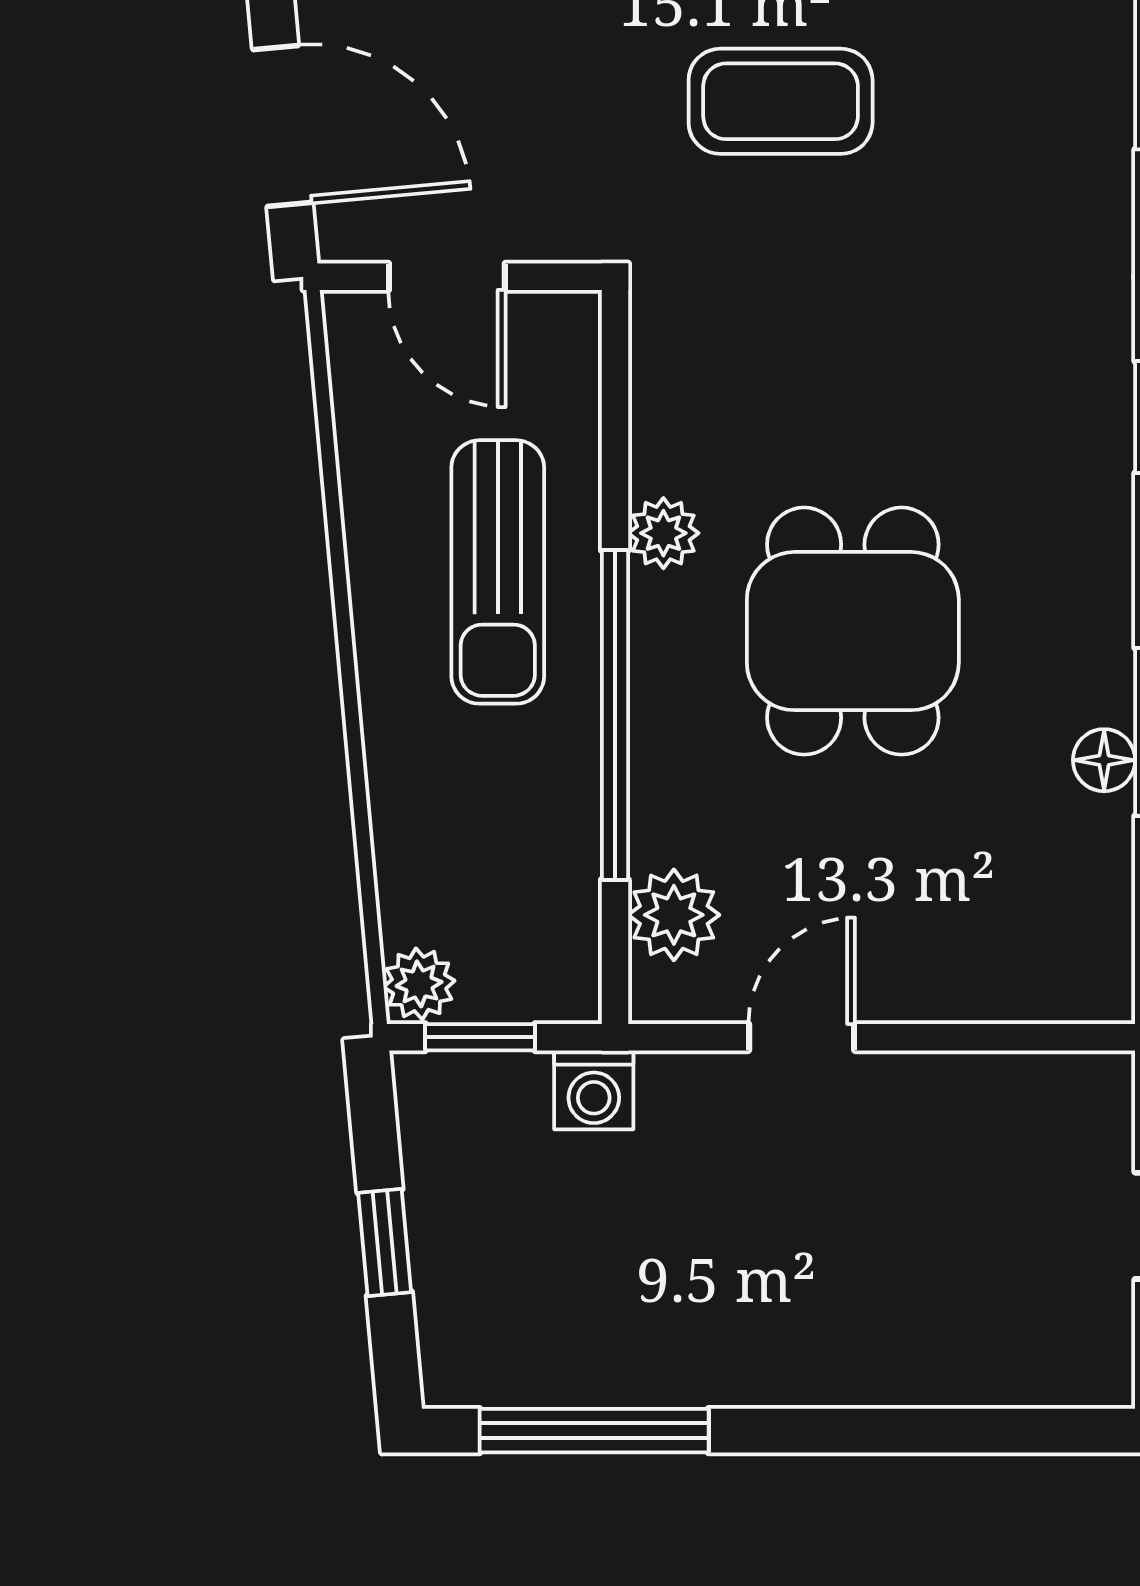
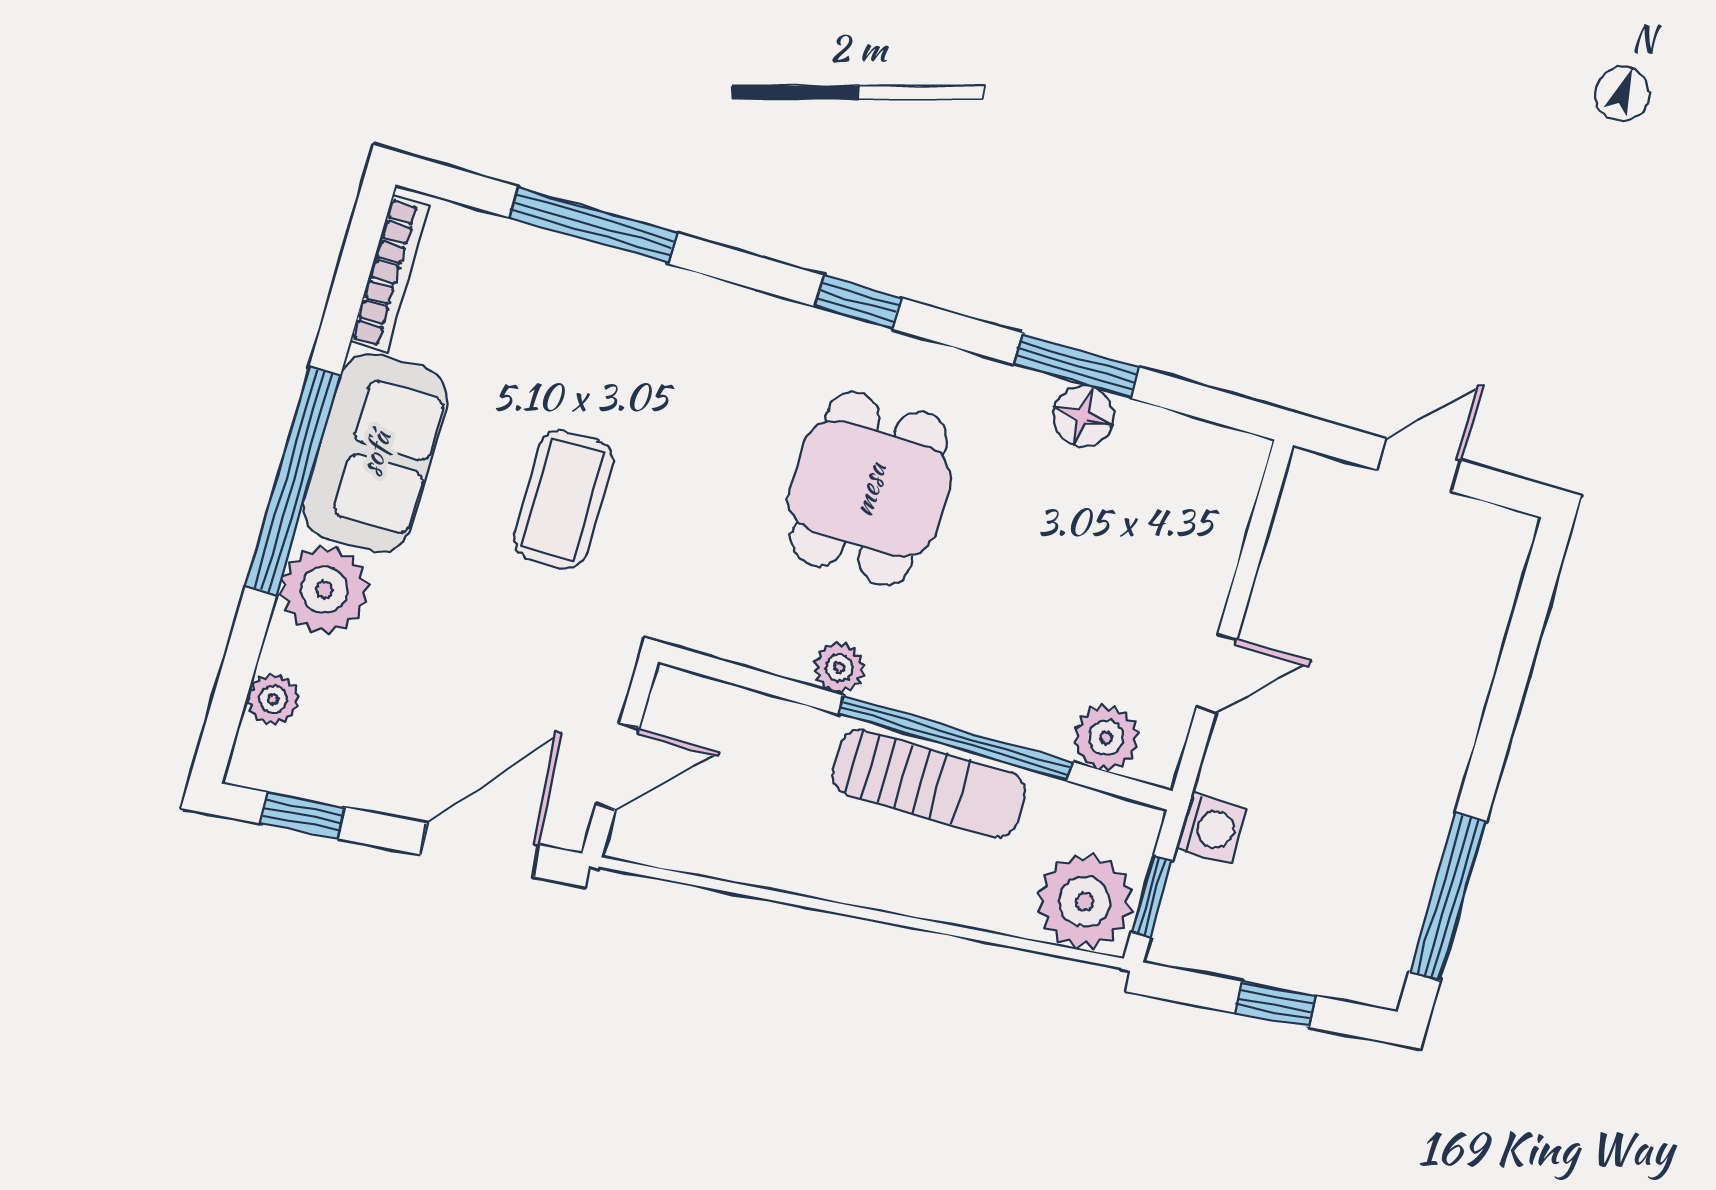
sun lounger: (498, 572) -> (929, 783), moved
dining table: (853, 631) -> (869, 489), moved, turned 90
floor lamp: (1104, 760) -> (1083, 416), width x1.37, depth x1.37
plant: (419, 984) -> (1085, 902), width x1.88, depth x1.88
door: (802, 1037) -> (1217, 674), swing flipped

